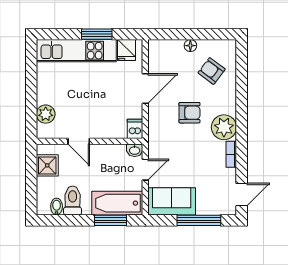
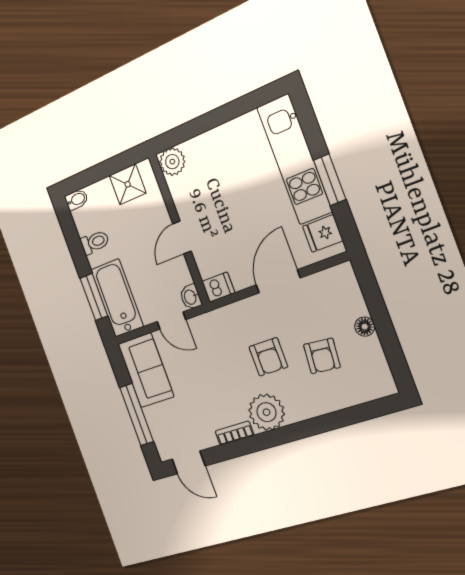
armchair: (212, 71) -> (322, 356), moved, turned 148
door: (145, 88) -> (278, 281), swing flipped
plant: (46, 114) -> (172, 162), moved
door: (79, 141) -> (182, 237), moved
toilet: (73, 200) -> (95, 242), width x0.73, depth x0.72
bidet: (57, 207) -> (77, 200), moved

